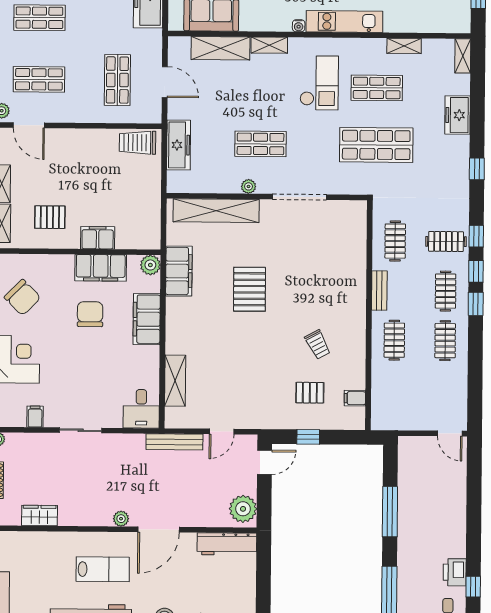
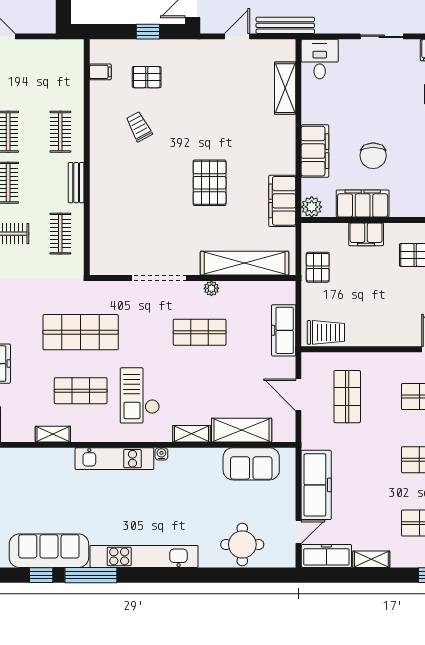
pallet: (145, 206) -> (318, 267), added

